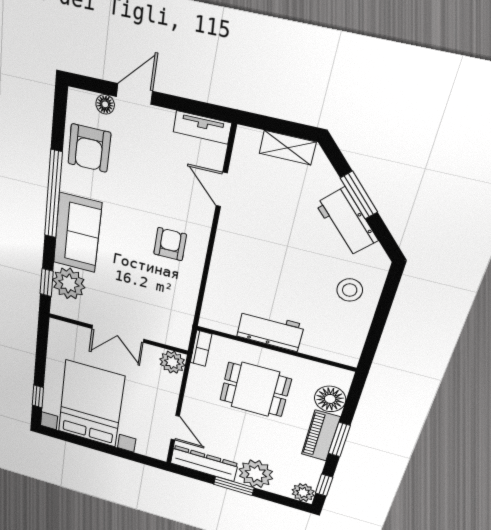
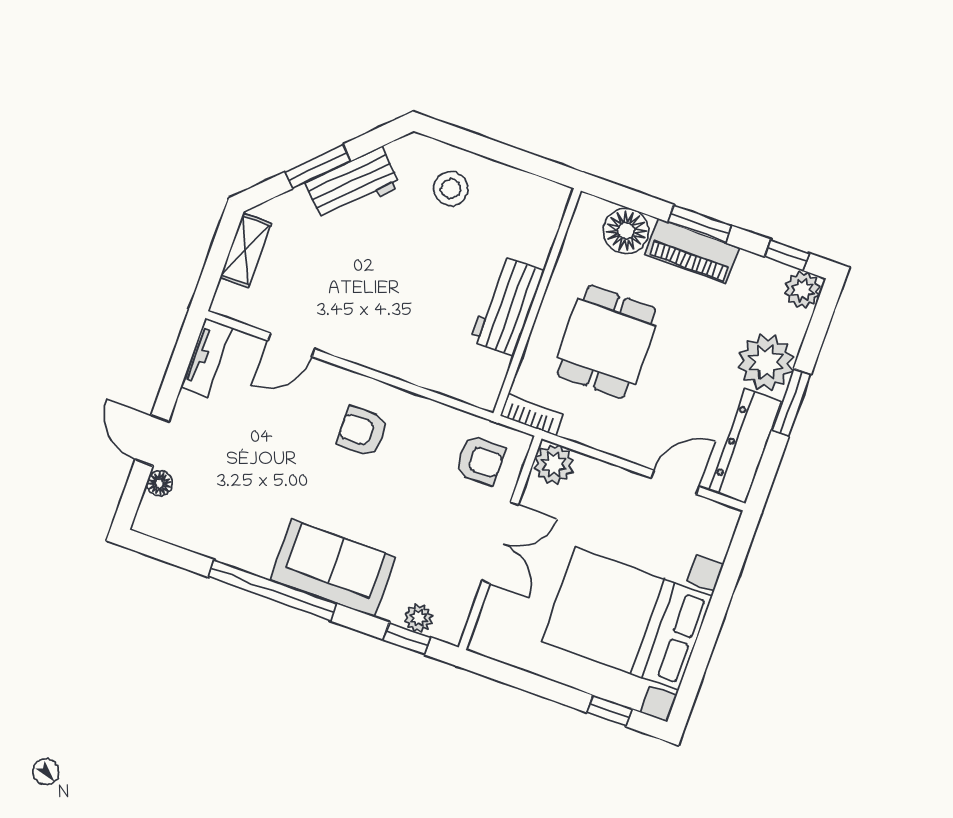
armchair: (89, 148) -> (480, 460), moved, width x0.72, depth x0.72
plant: (69, 283) -> (419, 618), width x0.53, depth x0.53

